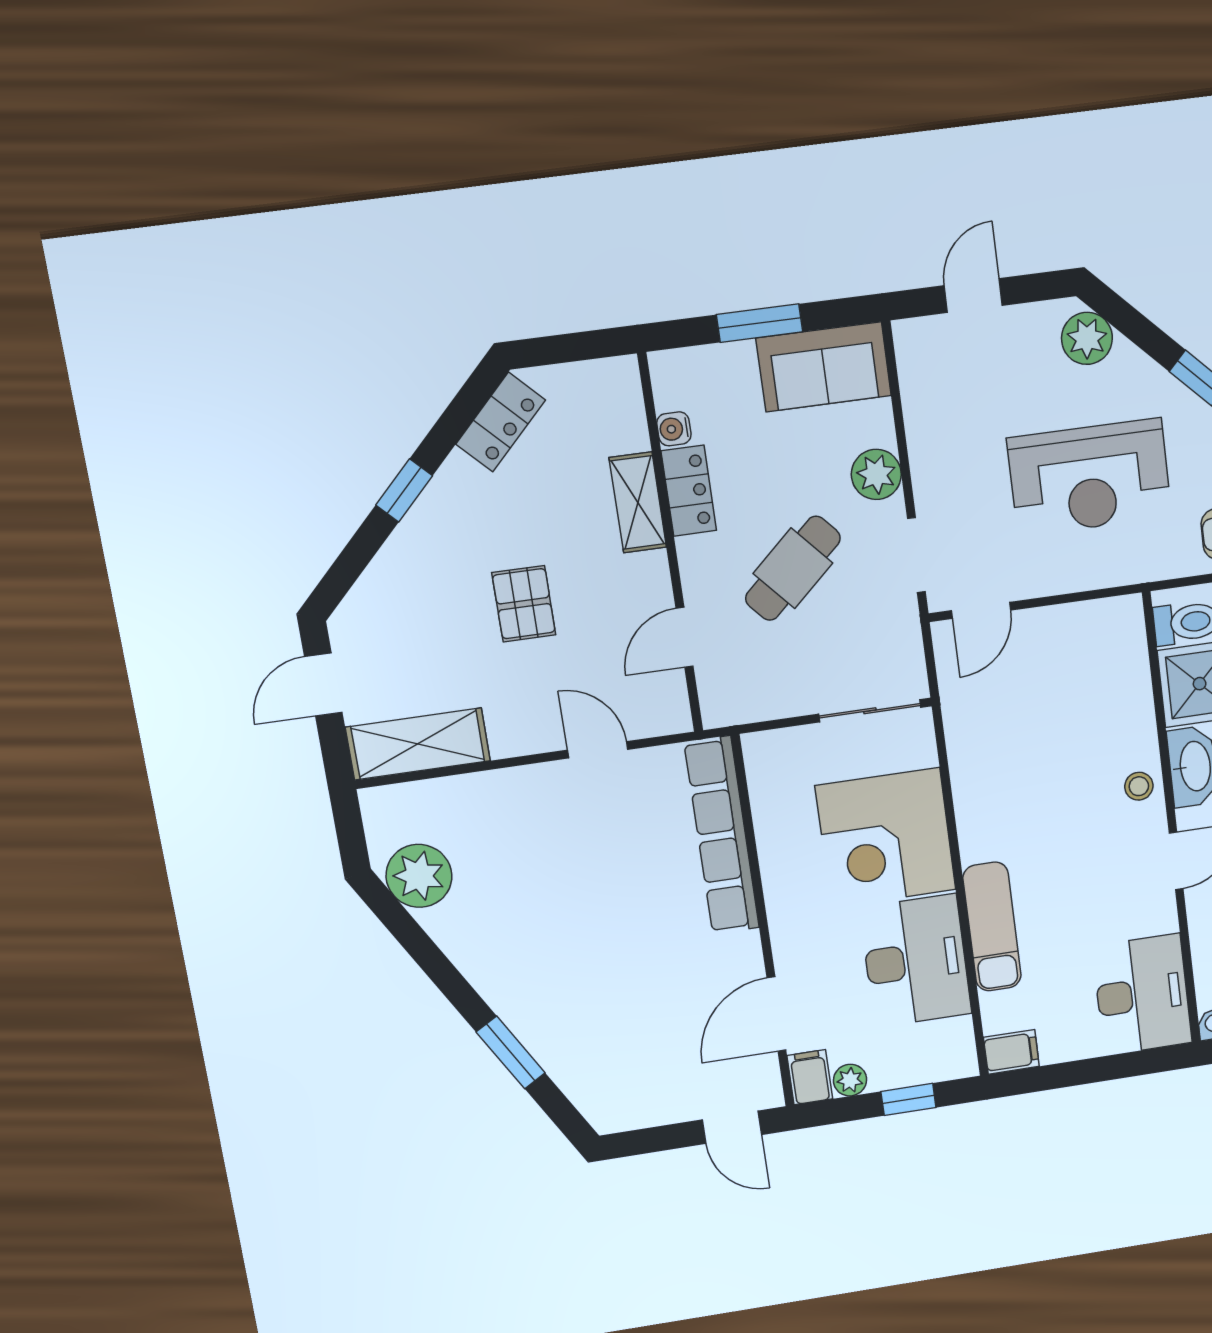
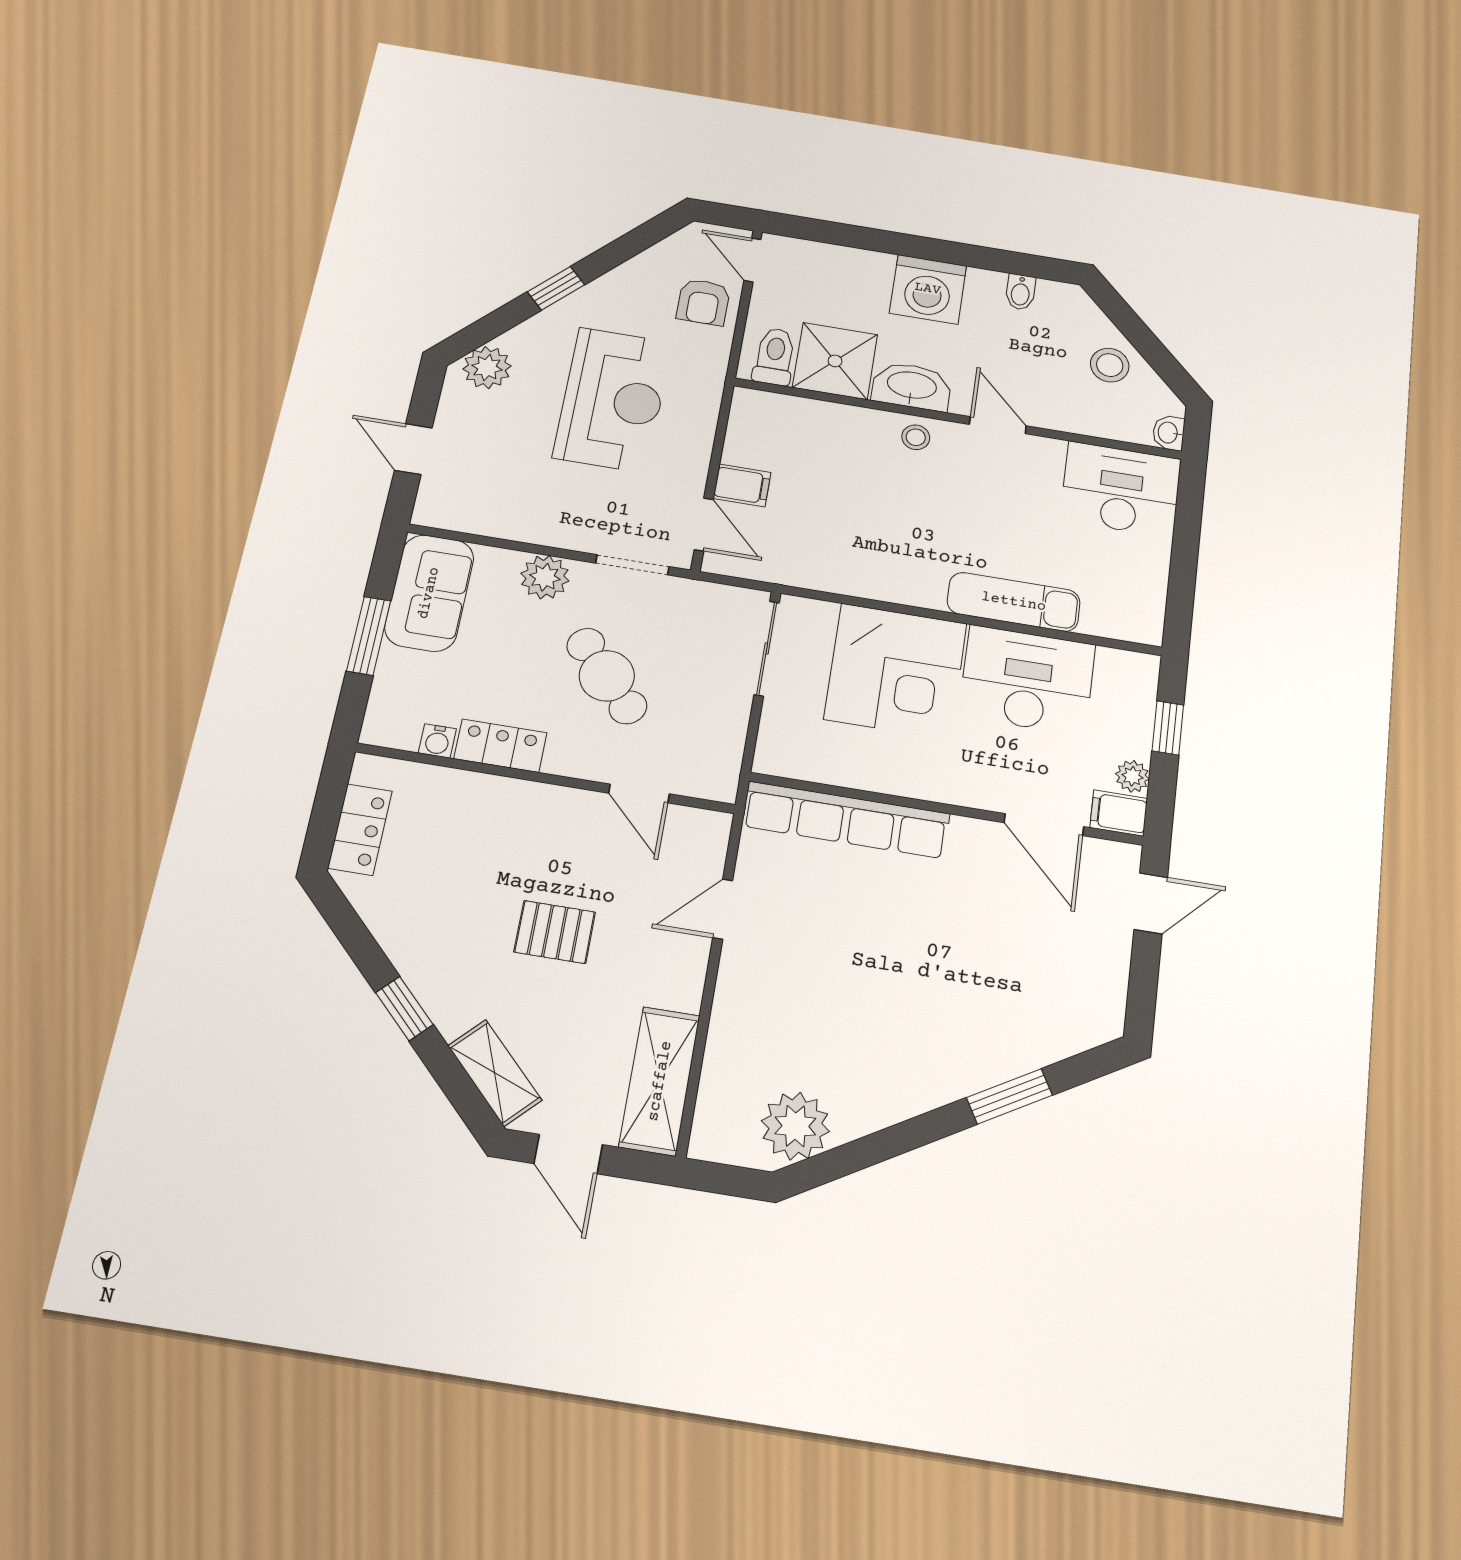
locker: (501, 422) -> (360, 830), moved, turned 45
shelving: (638, 502) -> (495, 1073), moved, turned 45
filing cabinet: (1011, 1052) -> (742, 485), moved, turned 90

